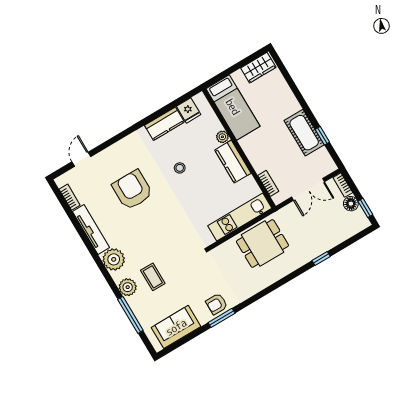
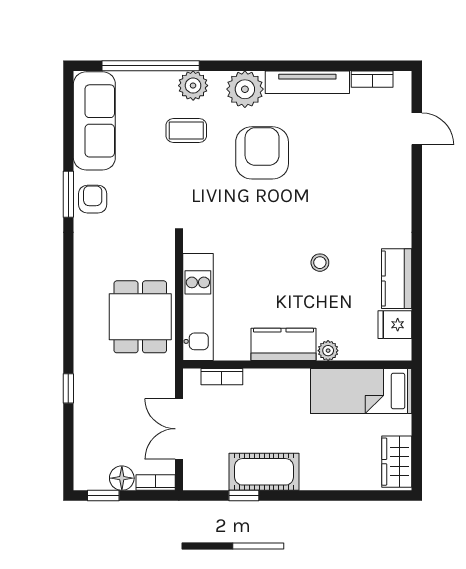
armchair: (132, 190) -> (262, 153), moved, turned -90
window: (130, 315) -> (151, 66), width x1.46
sofa: (176, 327) -> (94, 121), width x1.36

